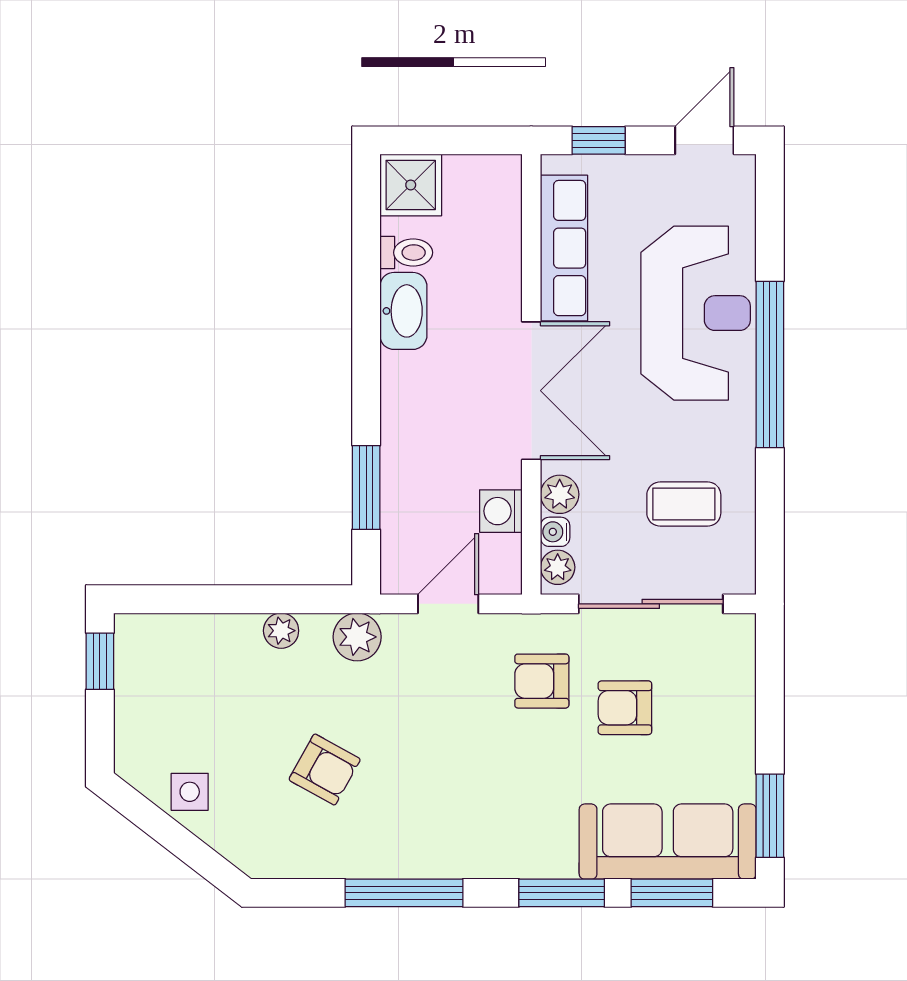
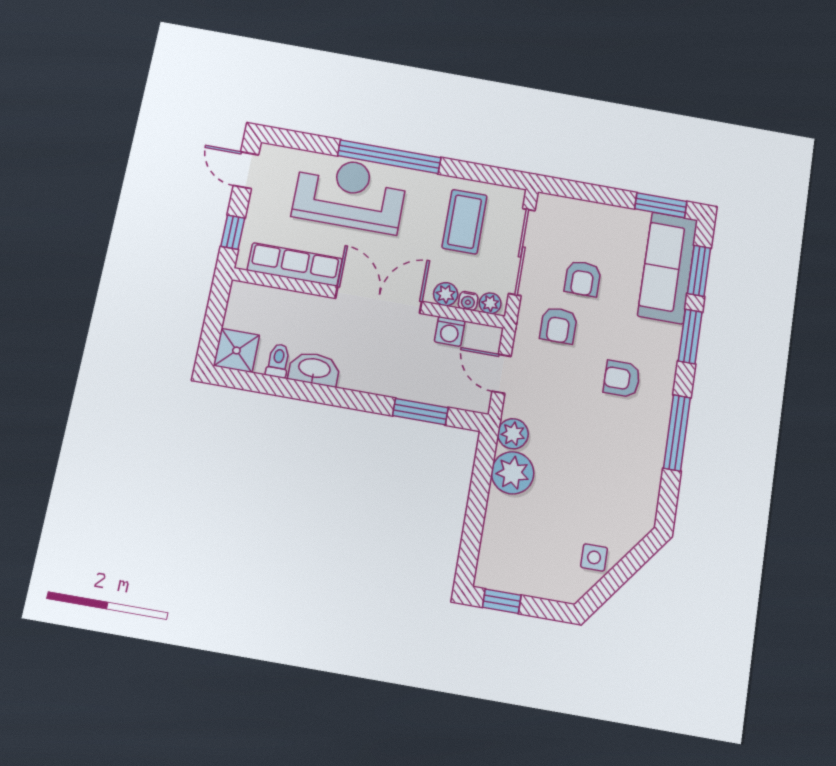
coffee table: (684, 504) -> (464, 222), width x1.36, depth x1.30
plant: (281, 631) -> (512, 473), width x1.87, depth x1.87
armchair: (325, 769) -> (622, 379), moved, turned -119

